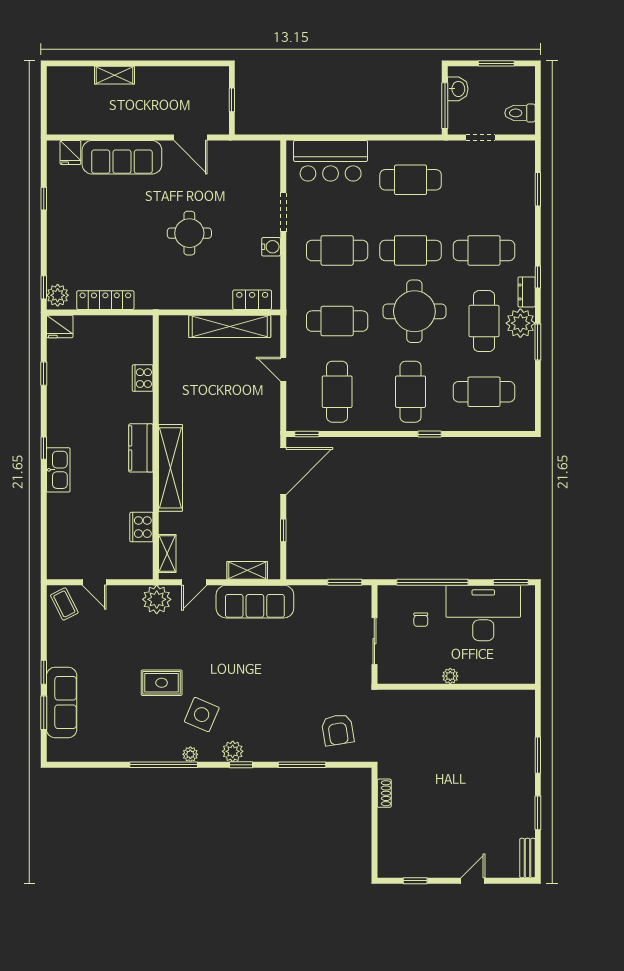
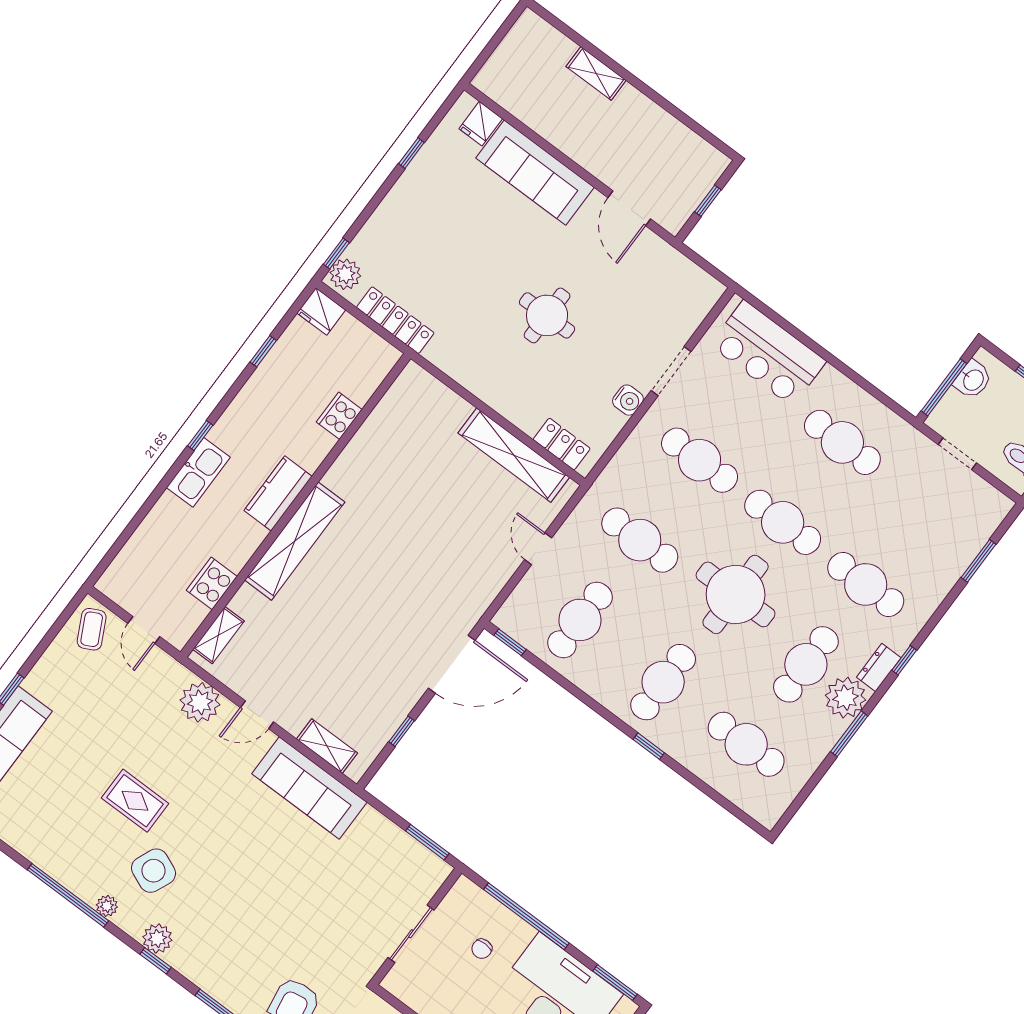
cooker: (143, 378) -> (339, 416), moved
wall: (156, 447) -> (296, 505), moved
kitchen counter: (141, 448) -> (278, 493), moved
shelving: (171, 468) -> (295, 541), moved
cooker: (141, 527) -> (212, 583), moved
shelving: (167, 554) -> (219, 635), moved

